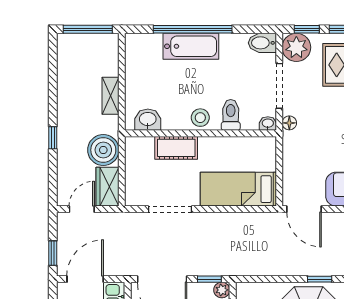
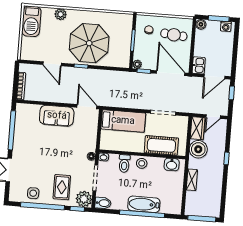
cot: (176, 148) -> (161, 145), width x1.37, depth x1.34

